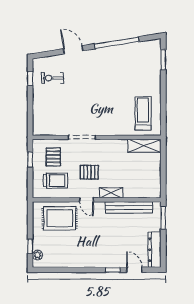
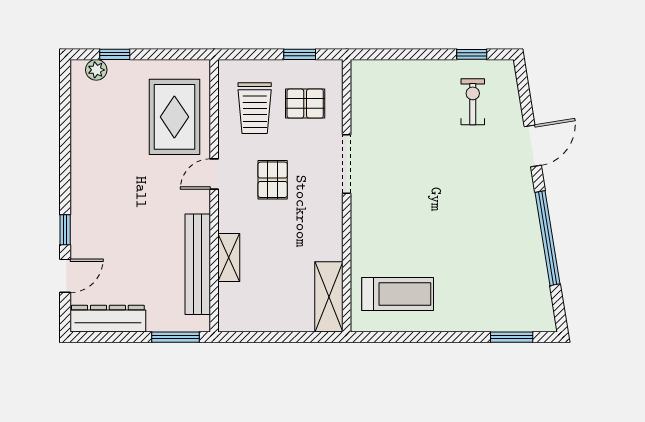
shelving: (111, 193) -> (229, 258), moved

